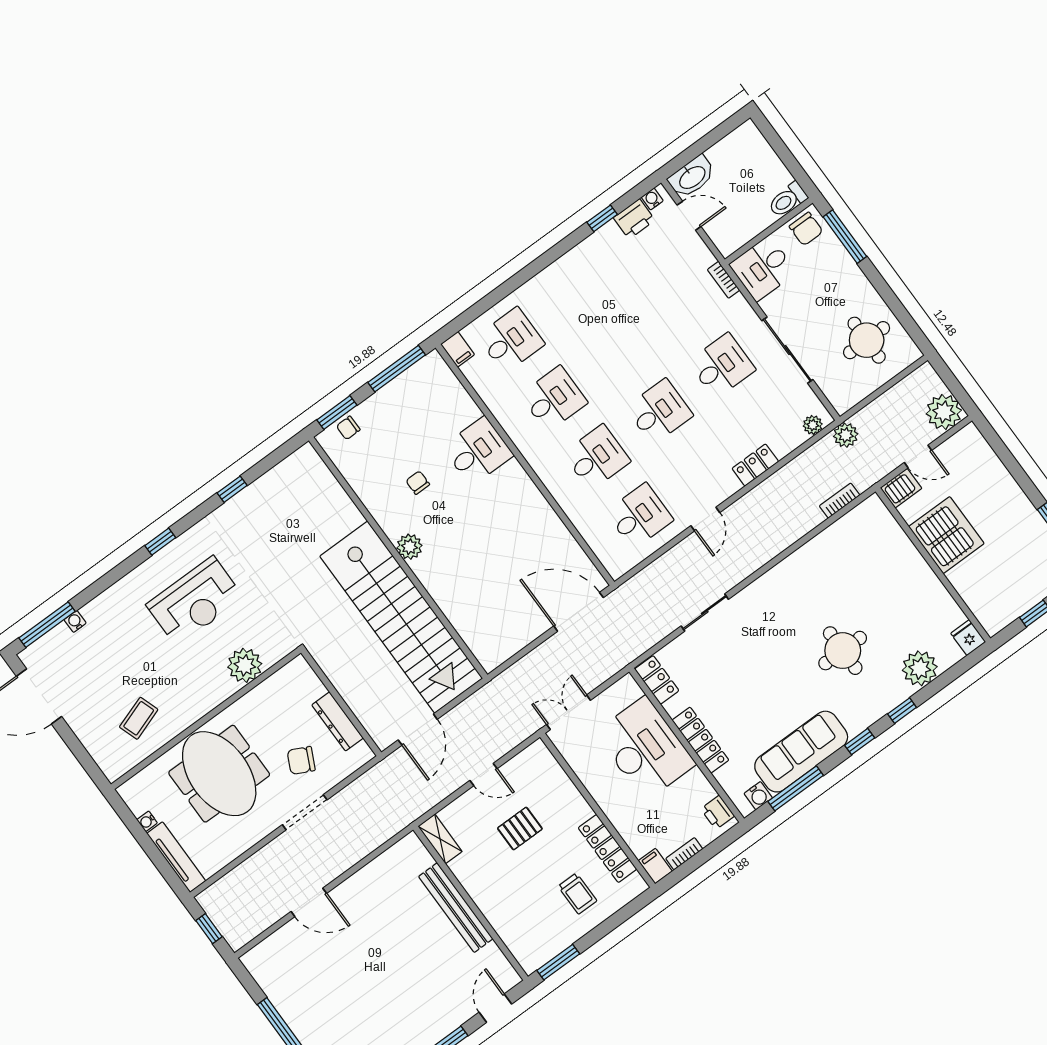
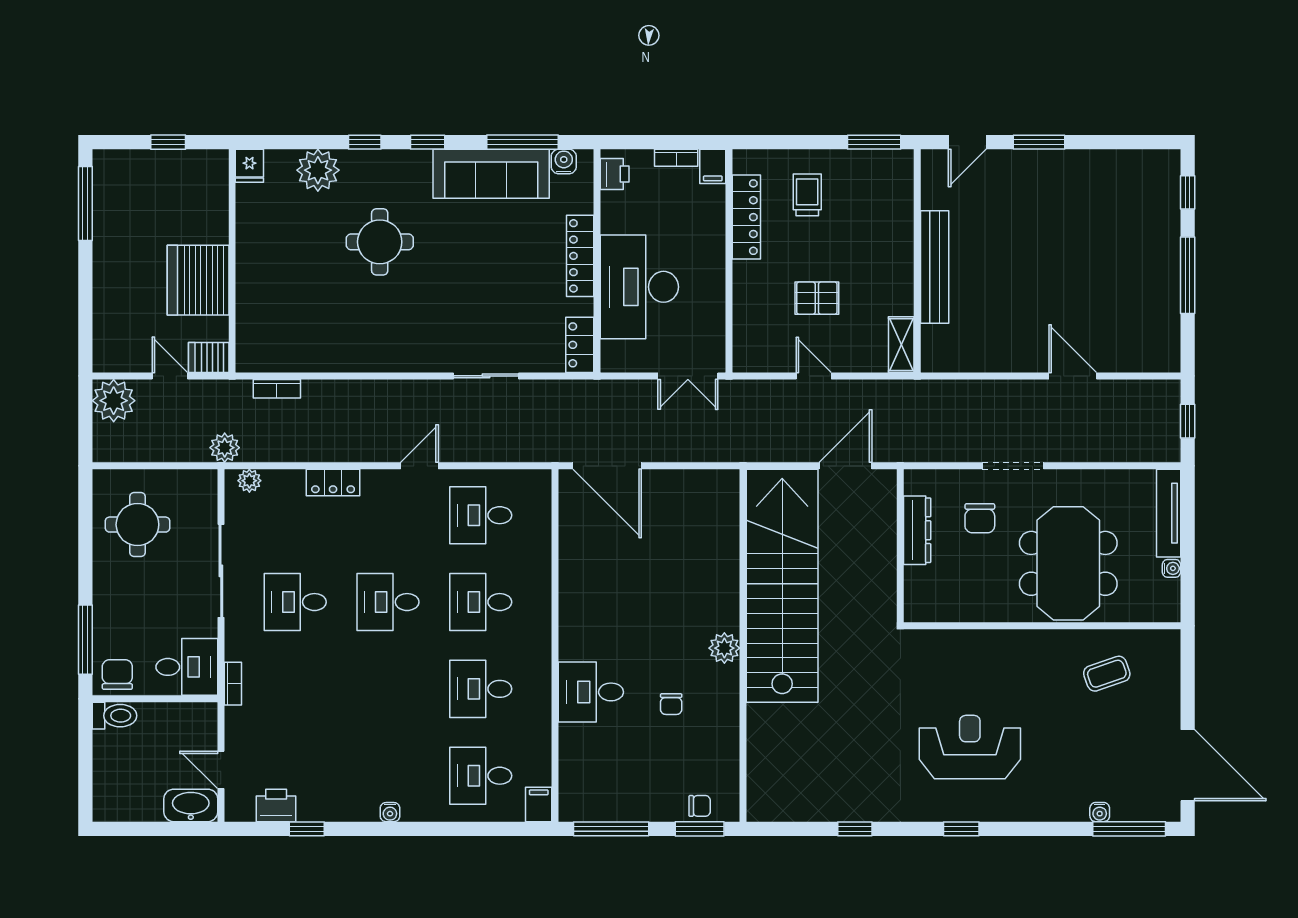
water cooler: (652, 199) -> (390, 812), moved
plant: (245, 665) -> (967, 650), removed
chair: (301, 760) -> (980, 518), turned 64

